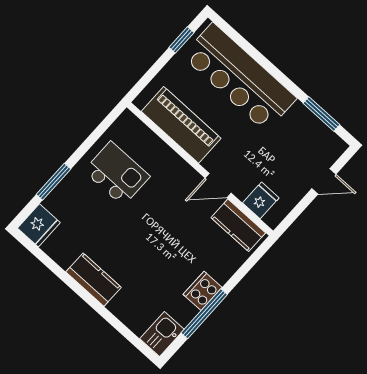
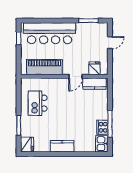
kitchen island: (117, 174) -> (38, 103), turned -90
cooker: (203, 291) -> (102, 127), moved

